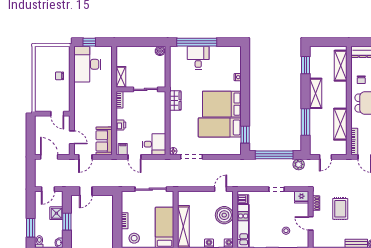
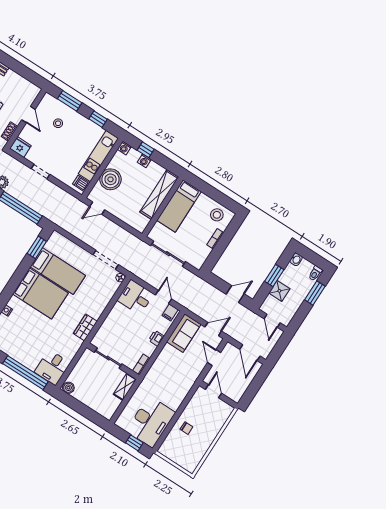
desk: (198, 58) -> (52, 368), moved
door: (48, 189) -> (272, 321), swing flipped

